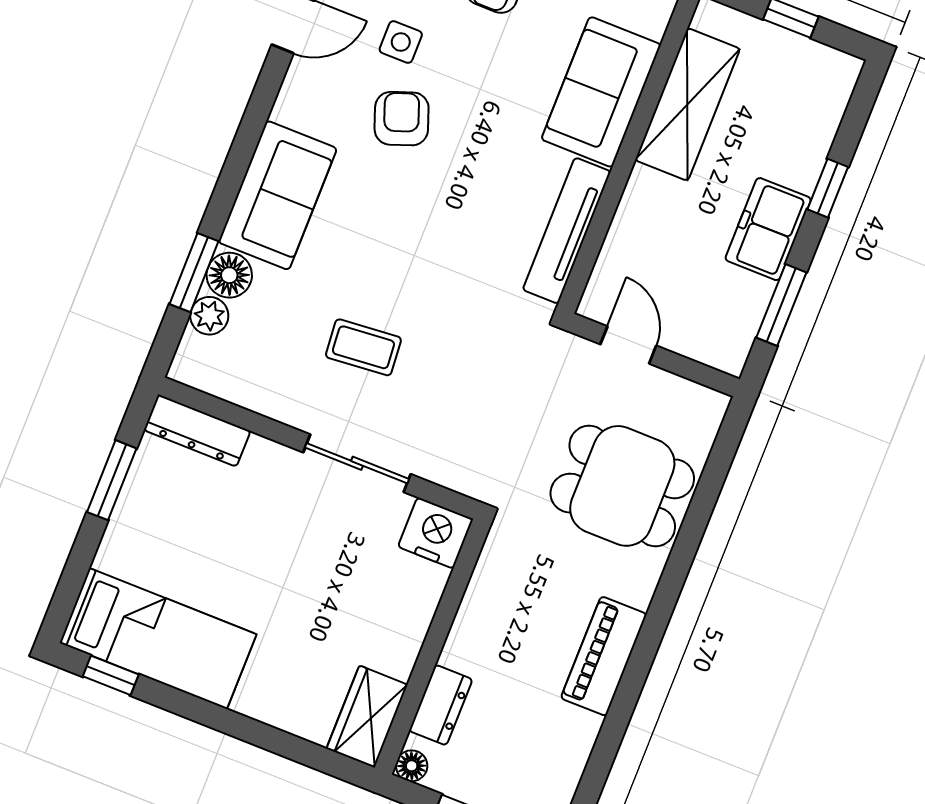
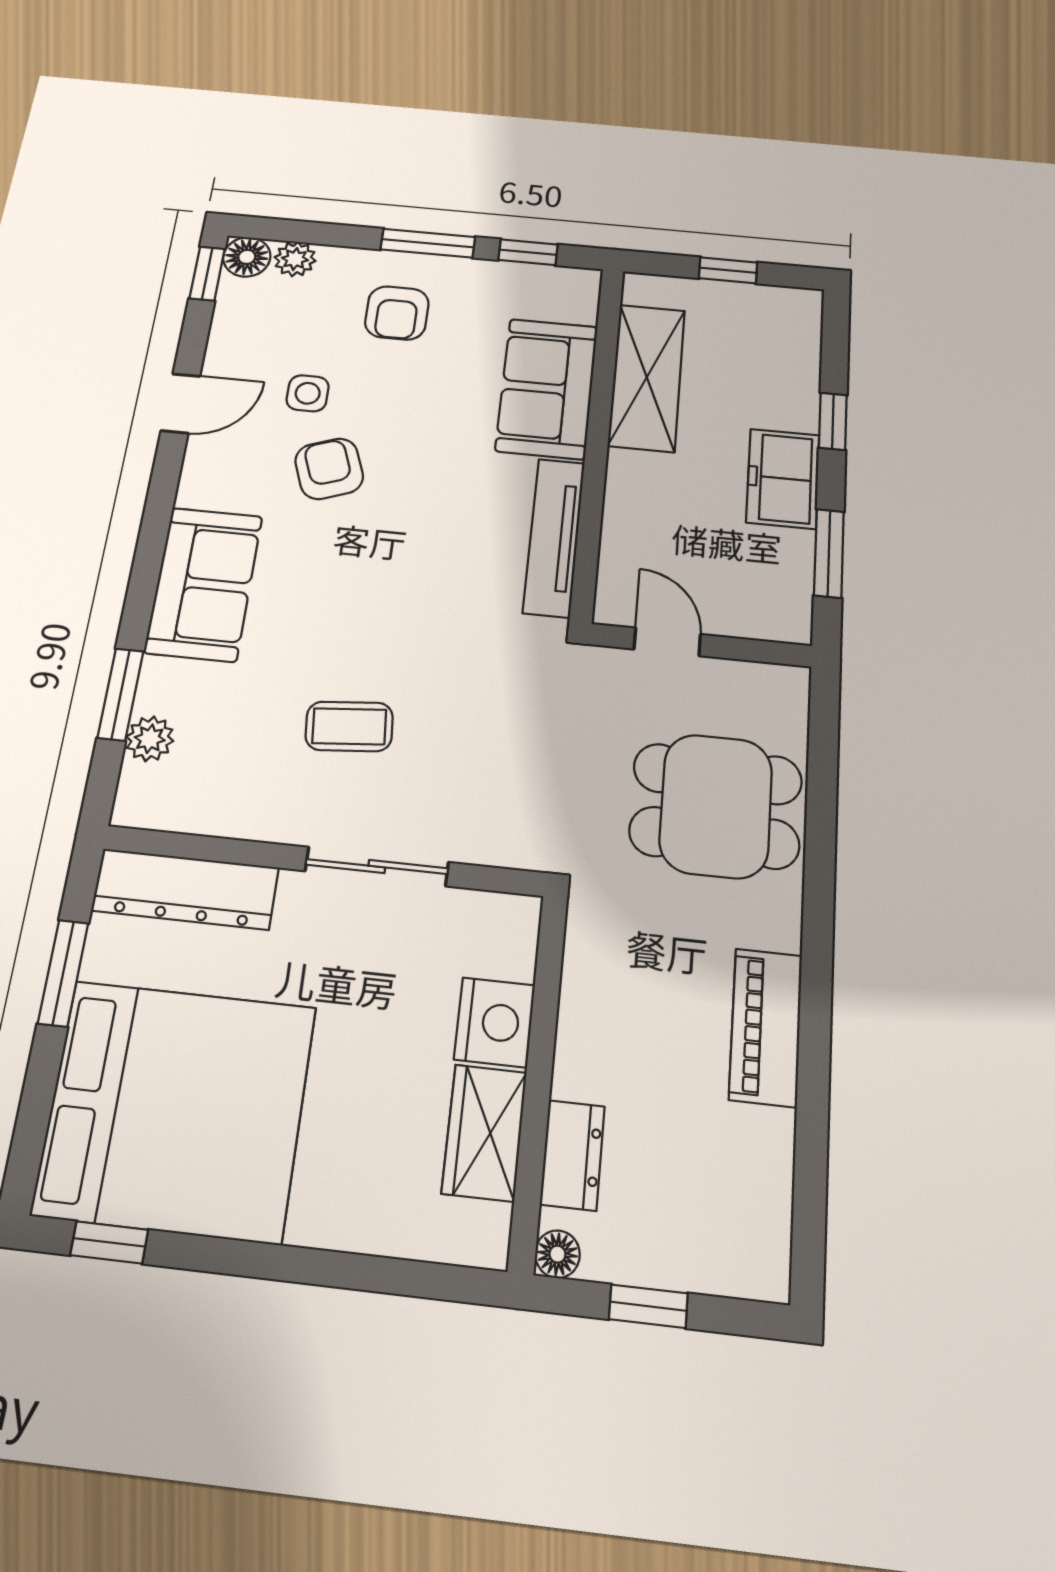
floor lamp: (229, 275) -> (165, 686), removed
dresser: (197, 431) -> (185, 889), width x1.37, depth x1.24
nightstand: (436, 533) -> (495, 1022), moved, turned 90
bed: (158, 639) -> (176, 1110), width x2.04
wardrobe: (367, 717) -> (484, 1132), moved

